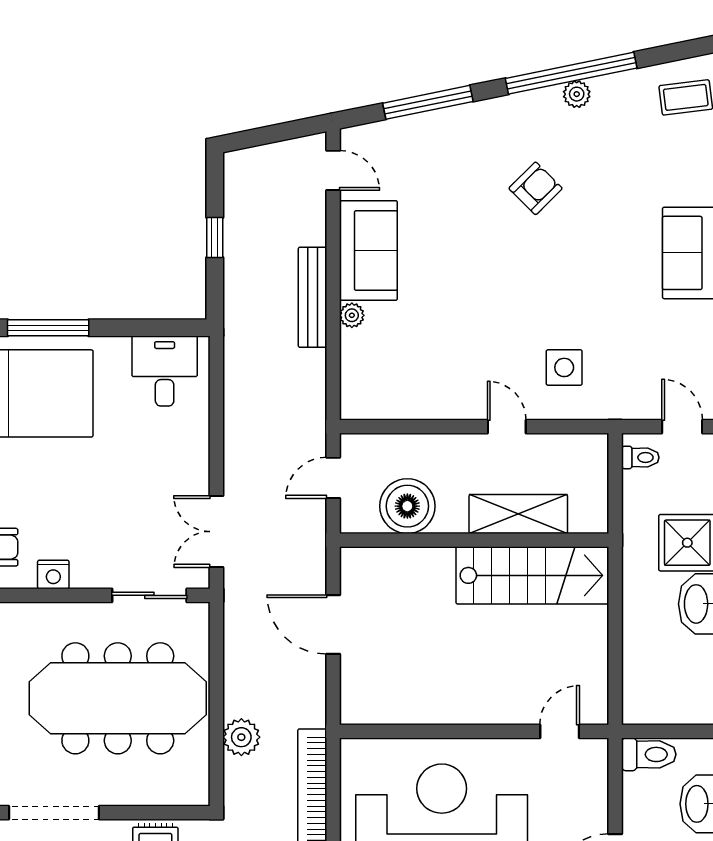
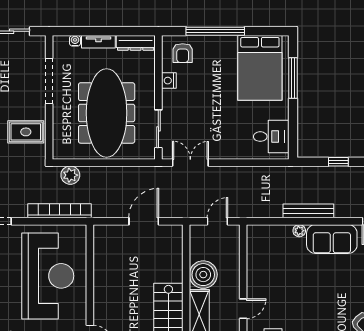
door: (333, 478) -> (217, 221), hinge flipped
boiler: (407, 506) -> (203, 275), moved
plant: (241, 737) -> (70, 175), moved

